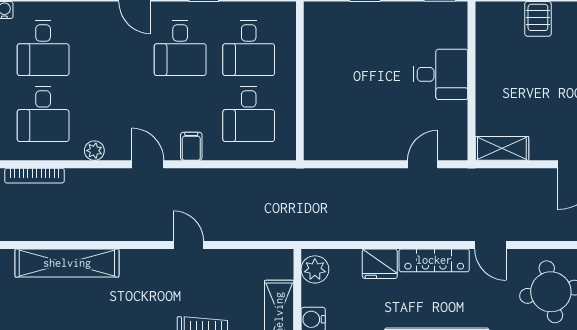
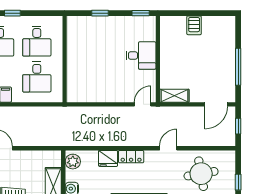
door: (423, 164) -> (143, 104), moved
door: (490, 245) -> (168, 148), swing flipped
locker: (434, 260) -> (131, 157), width x0.66

